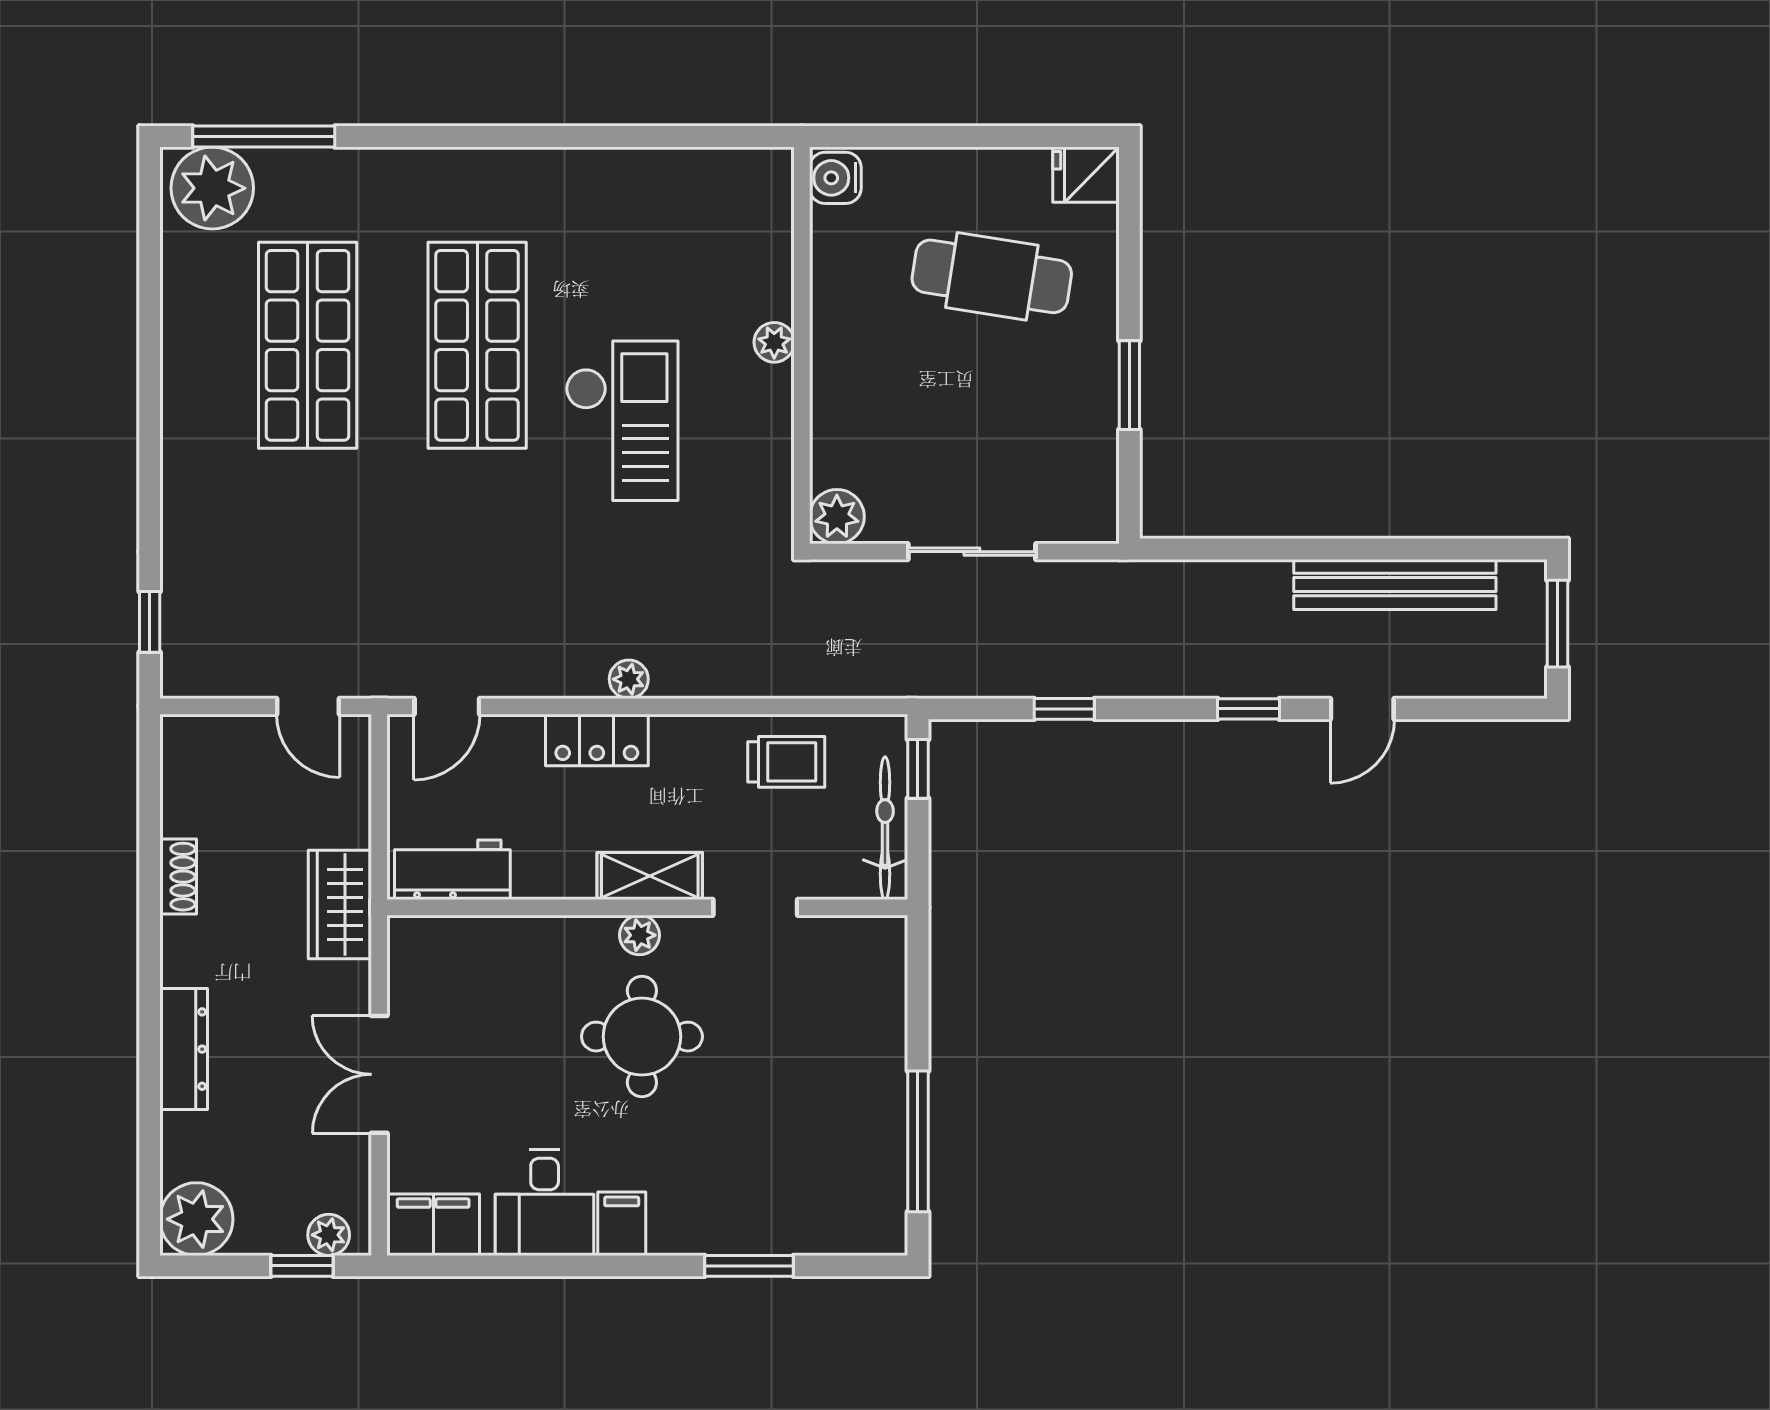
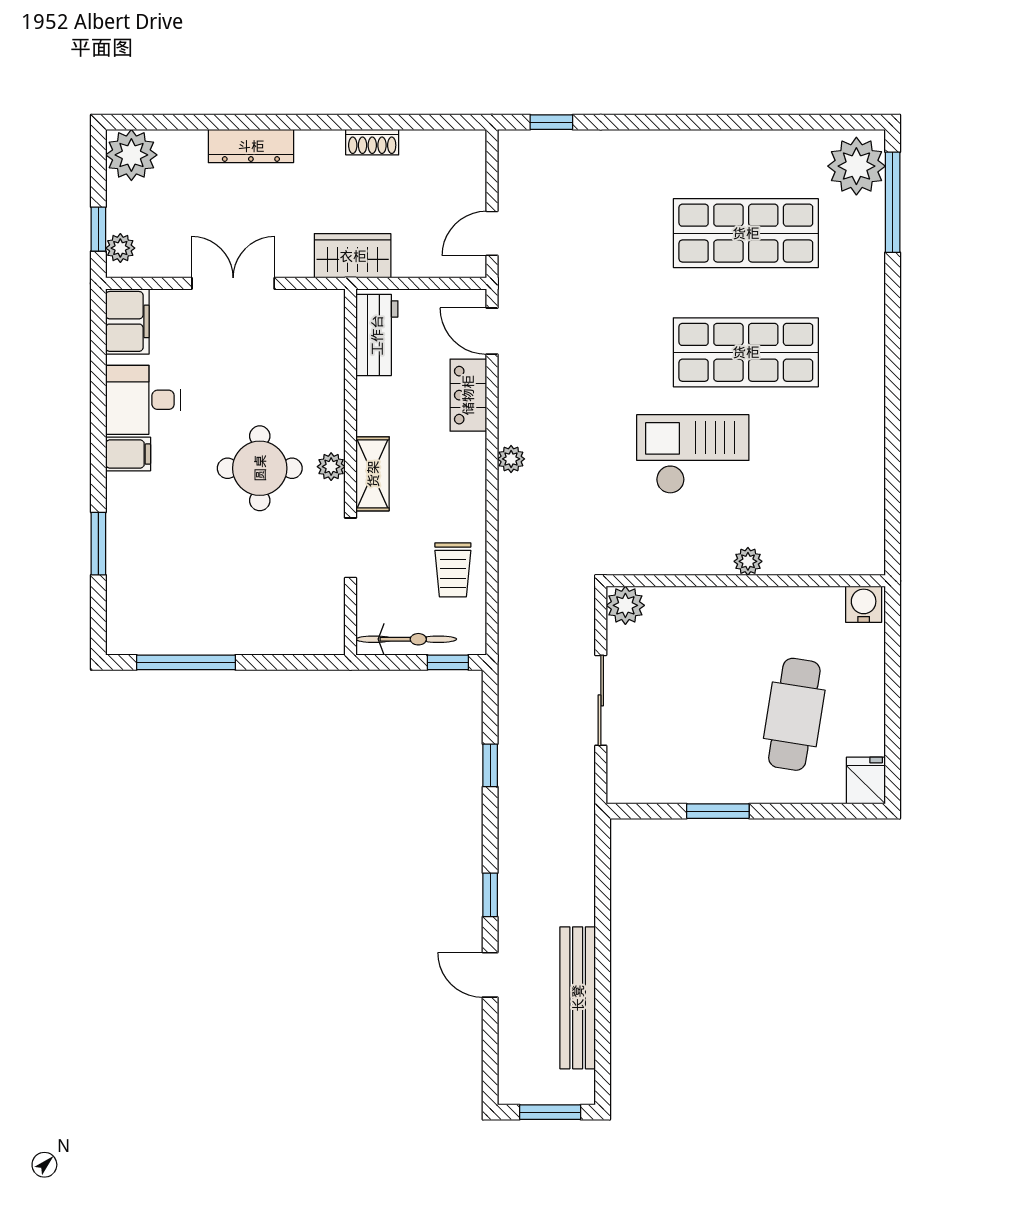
checkout: (622, 421) -> (693, 454), turned 180
locker: (597, 740) -> (468, 395), moved

